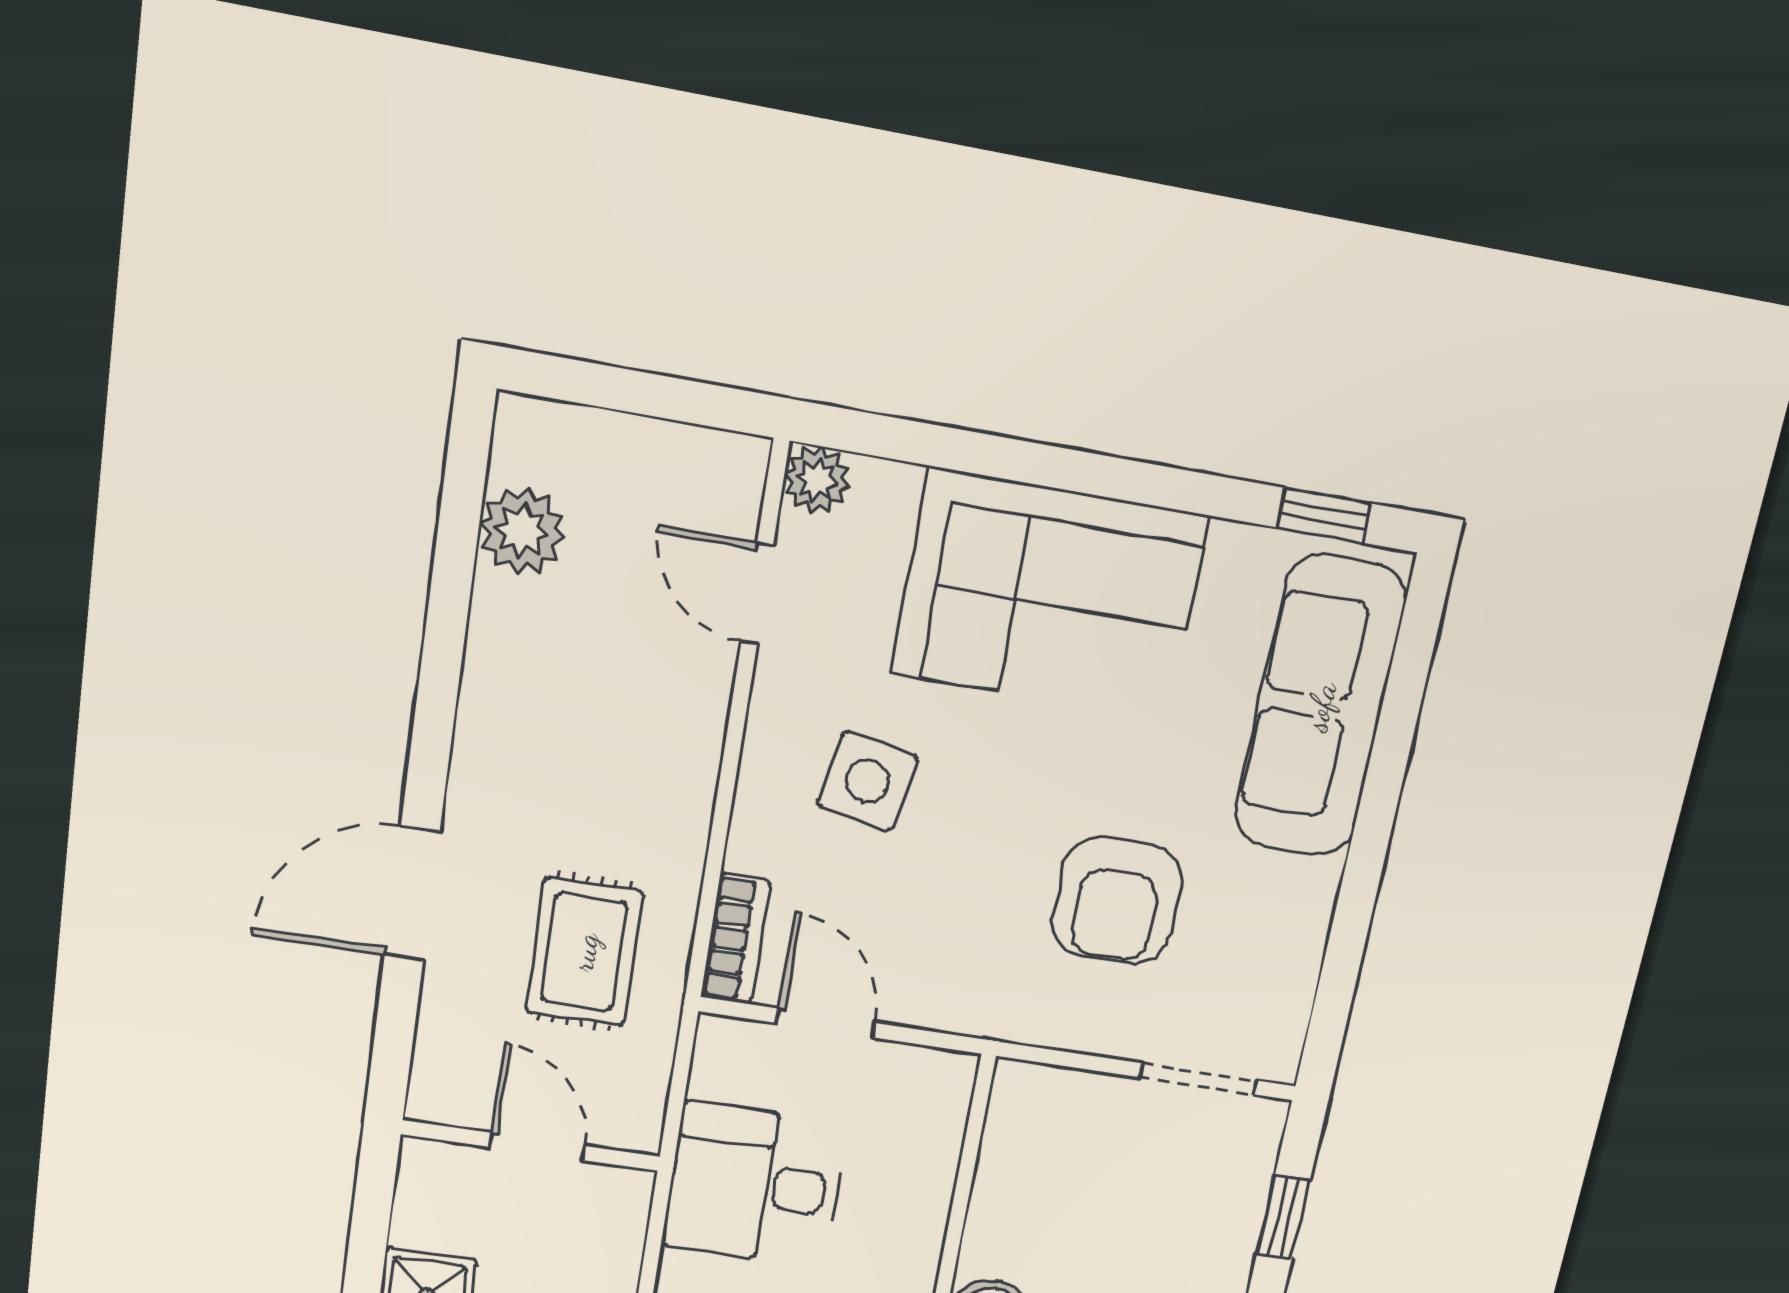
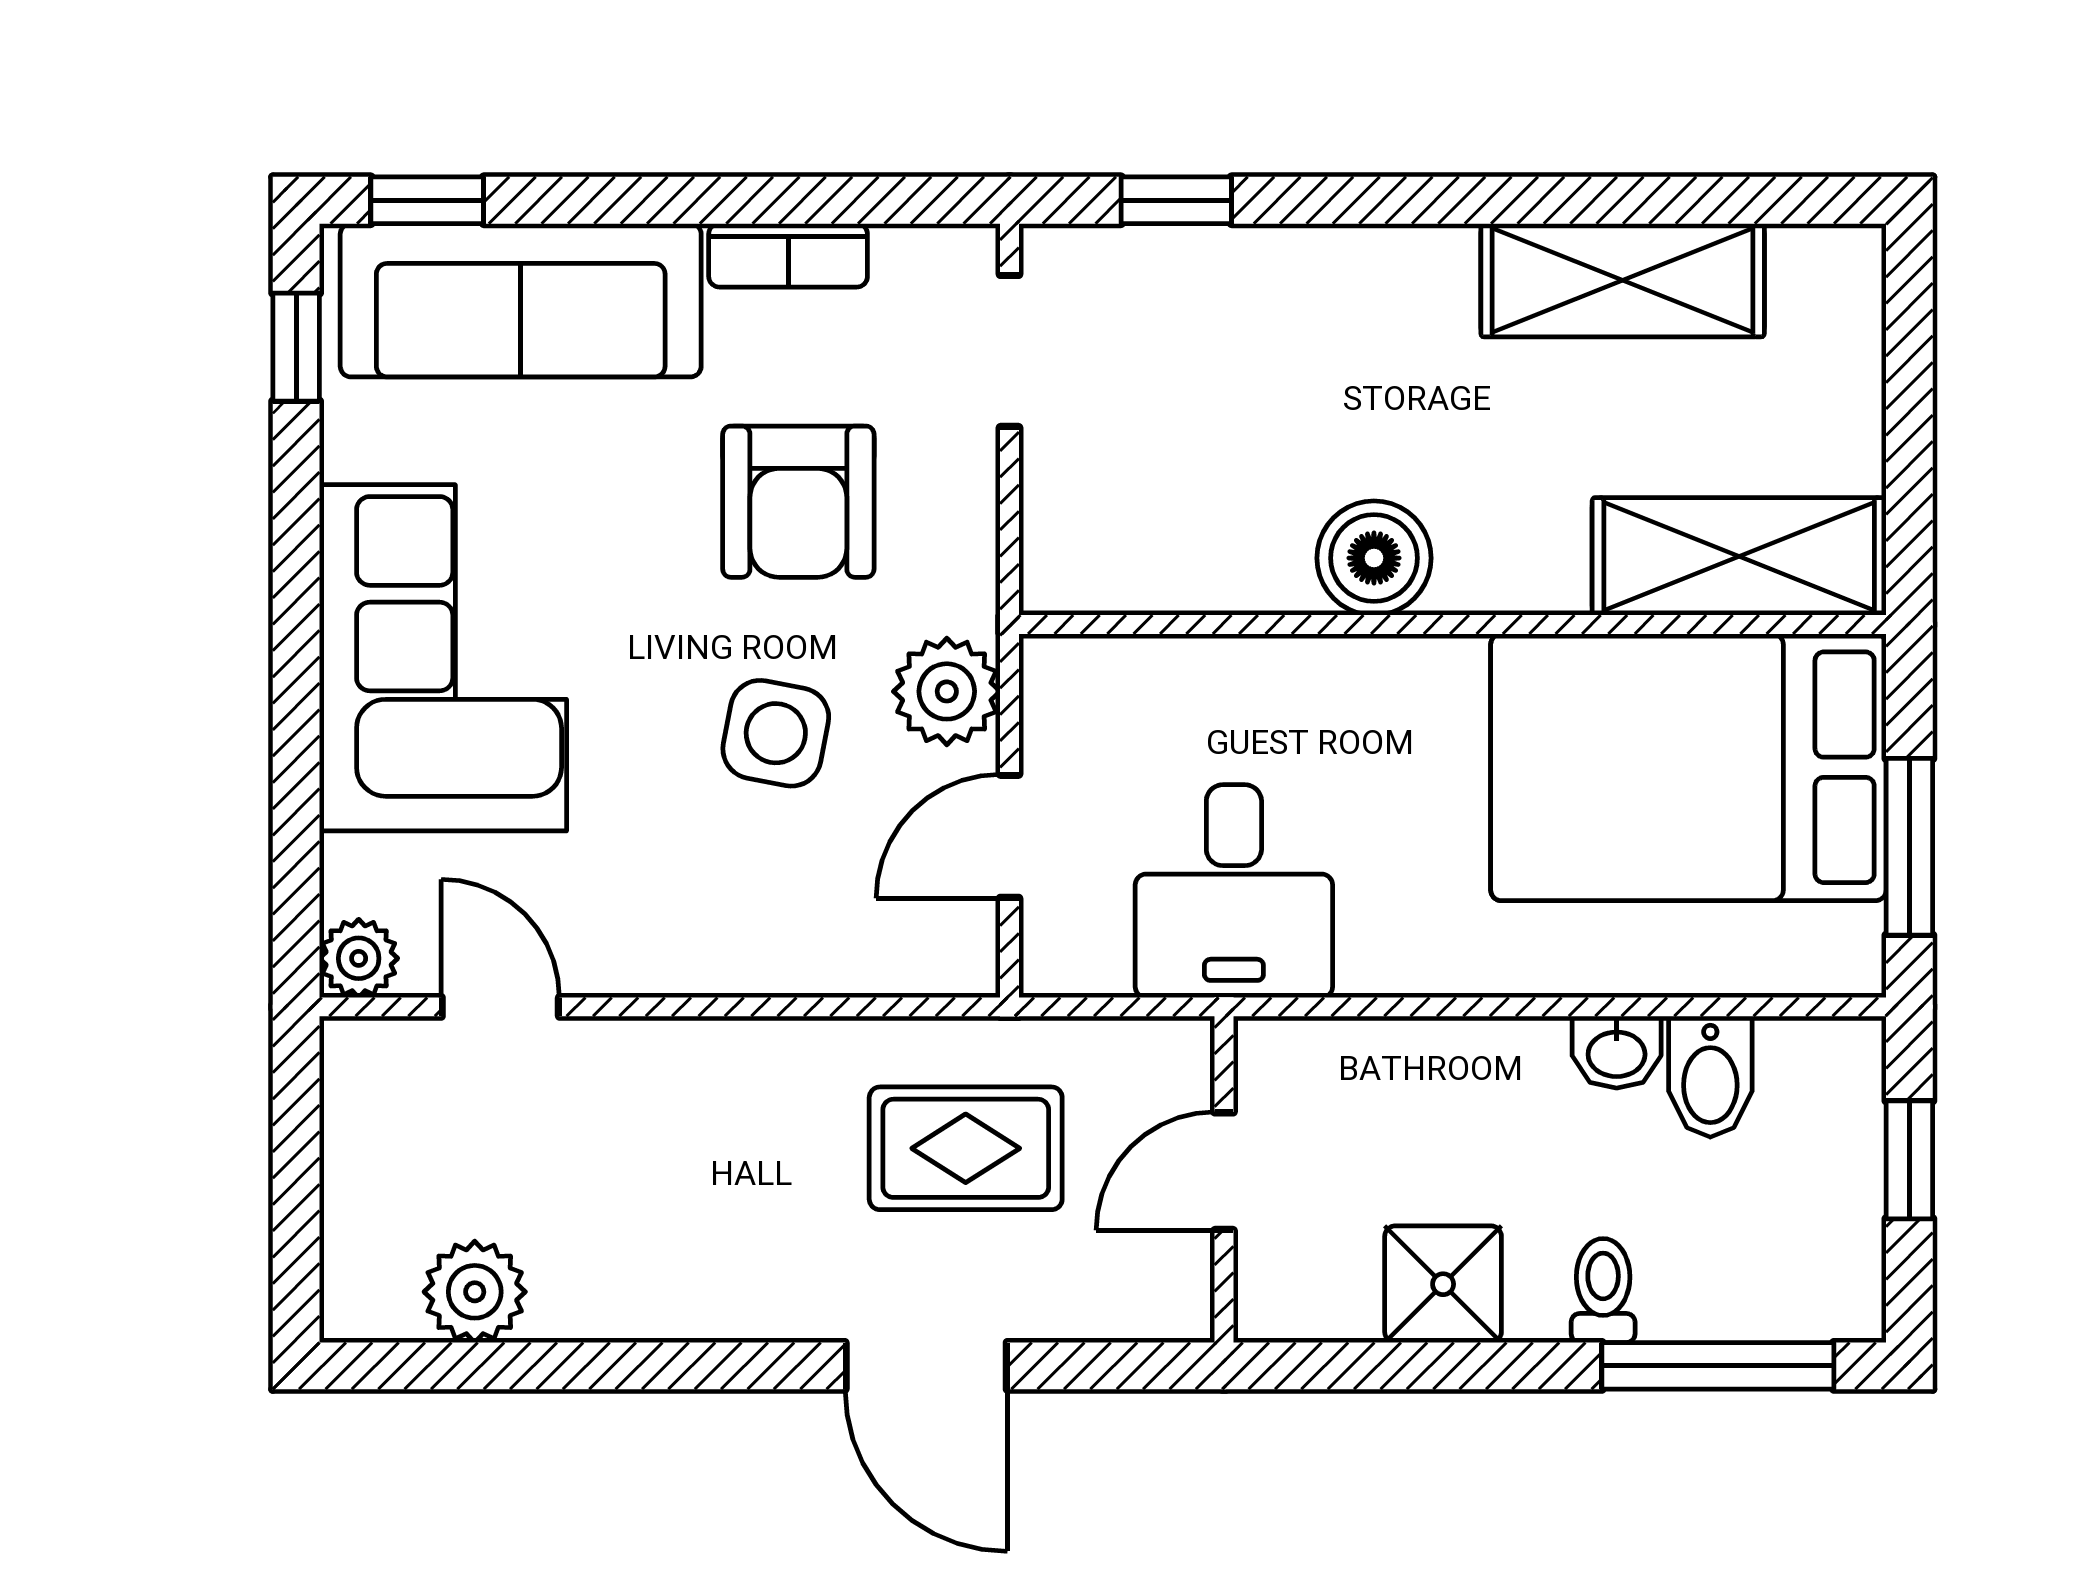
door: (757, 593) -> (500, 1007), swing flipped
window: (1415, 644) -> (427, 200), added
side table: (868, 781) -> (776, 733), moved
armchair: (1117, 901) -> (798, 502), turned 90
bookcase: (736, 939) -> (788, 255), moved, turned 180
plant: (948, 992) -> (947, 691), added

